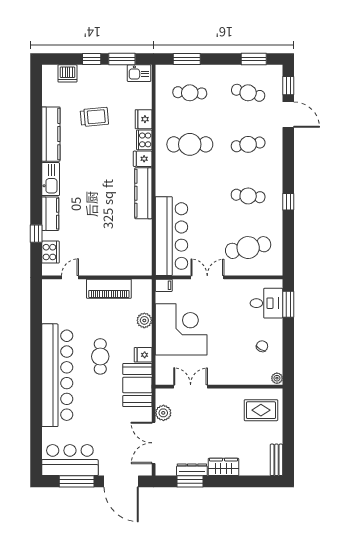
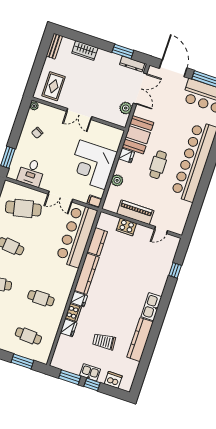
kitchen sink: (139, 73) -> (90, 372), moved
cafe table: (190, 144) -> (41, 298), width x0.73, depth x0.74
kitchen counter: (50, 214) -> (97, 242), moved, turned 180
cooker: (50, 252) -> (126, 227), moved, turned -90
desk: (266, 303) -> (31, 172), moved, turned -90
double door: (191, 387) -> (79, 114), moved
rug: (261, 410) -> (54, 86), turned 90
wardrobe: (223, 467) -> (85, 50), moved
dresser: (192, 470) -> (132, 64), moved

